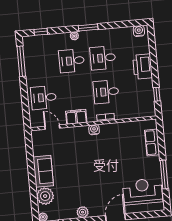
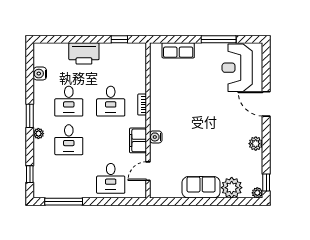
water cooler: (139, 31) -> (40, 74), moved
water cooler: (94, 130) -> (156, 137), moved

